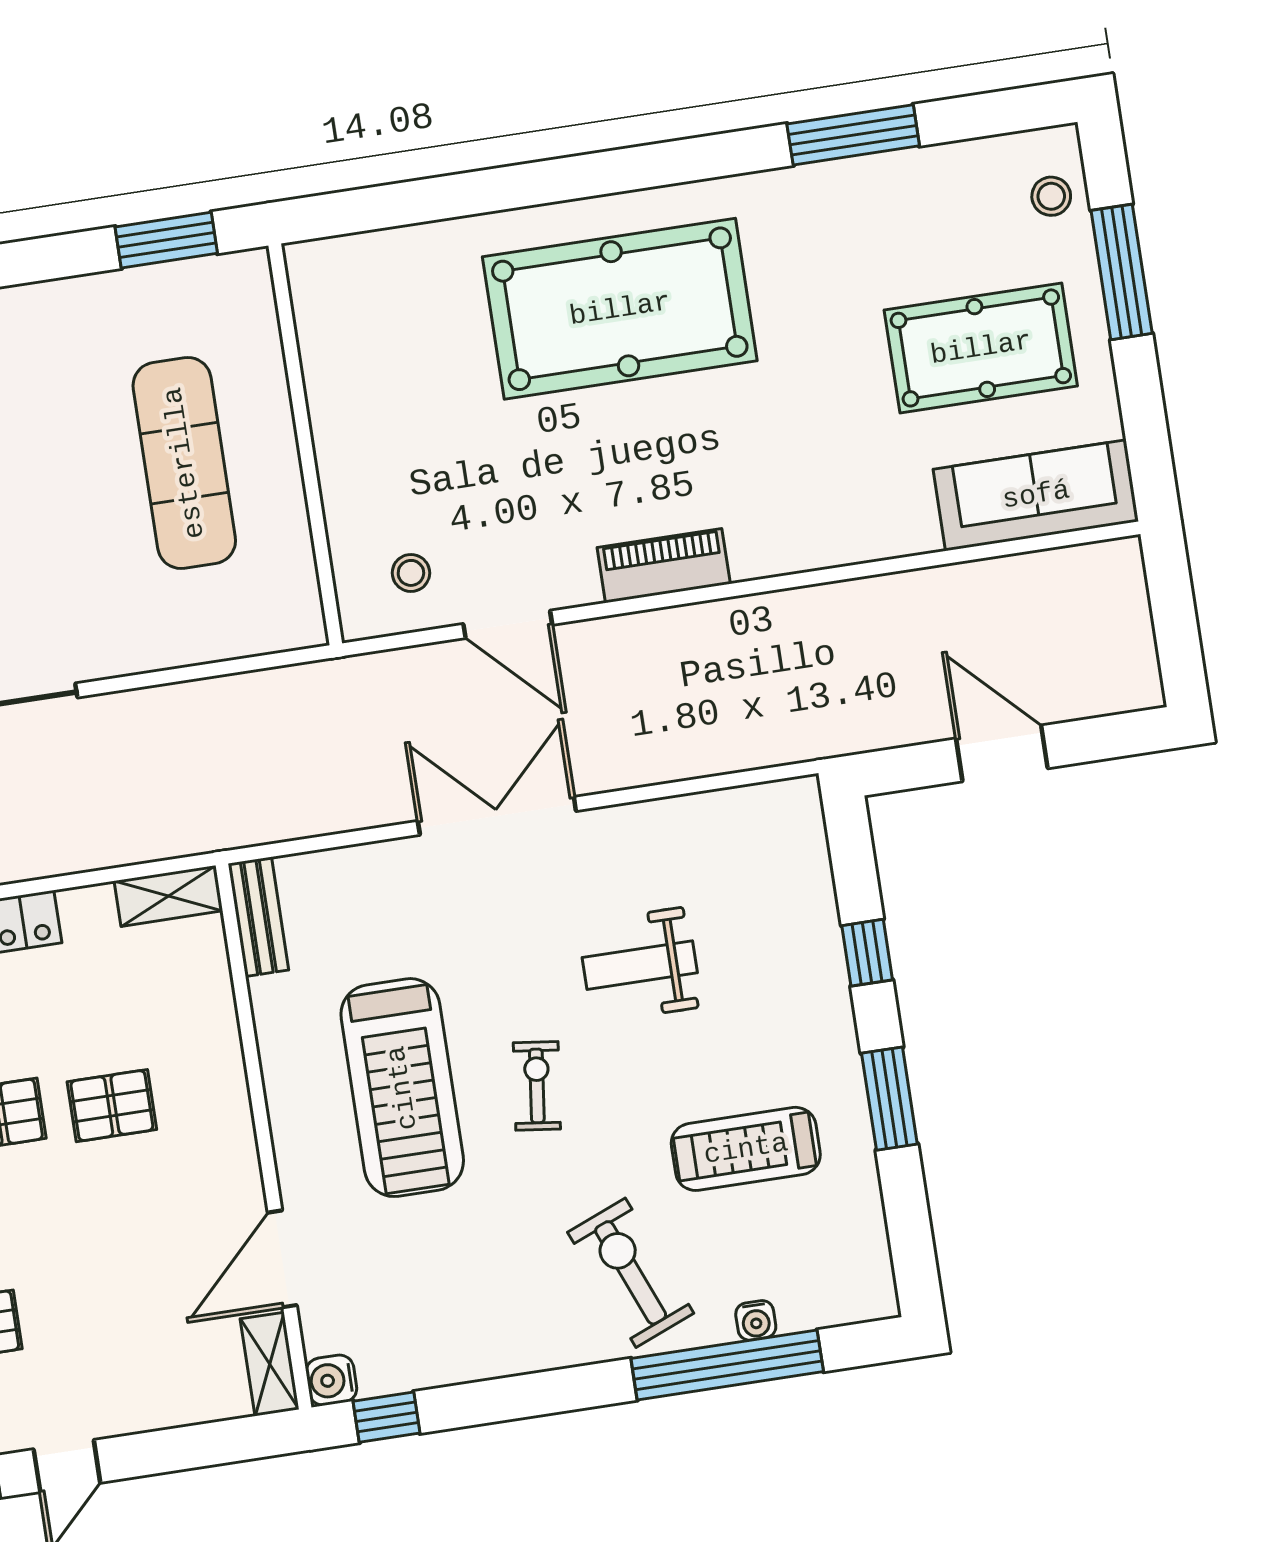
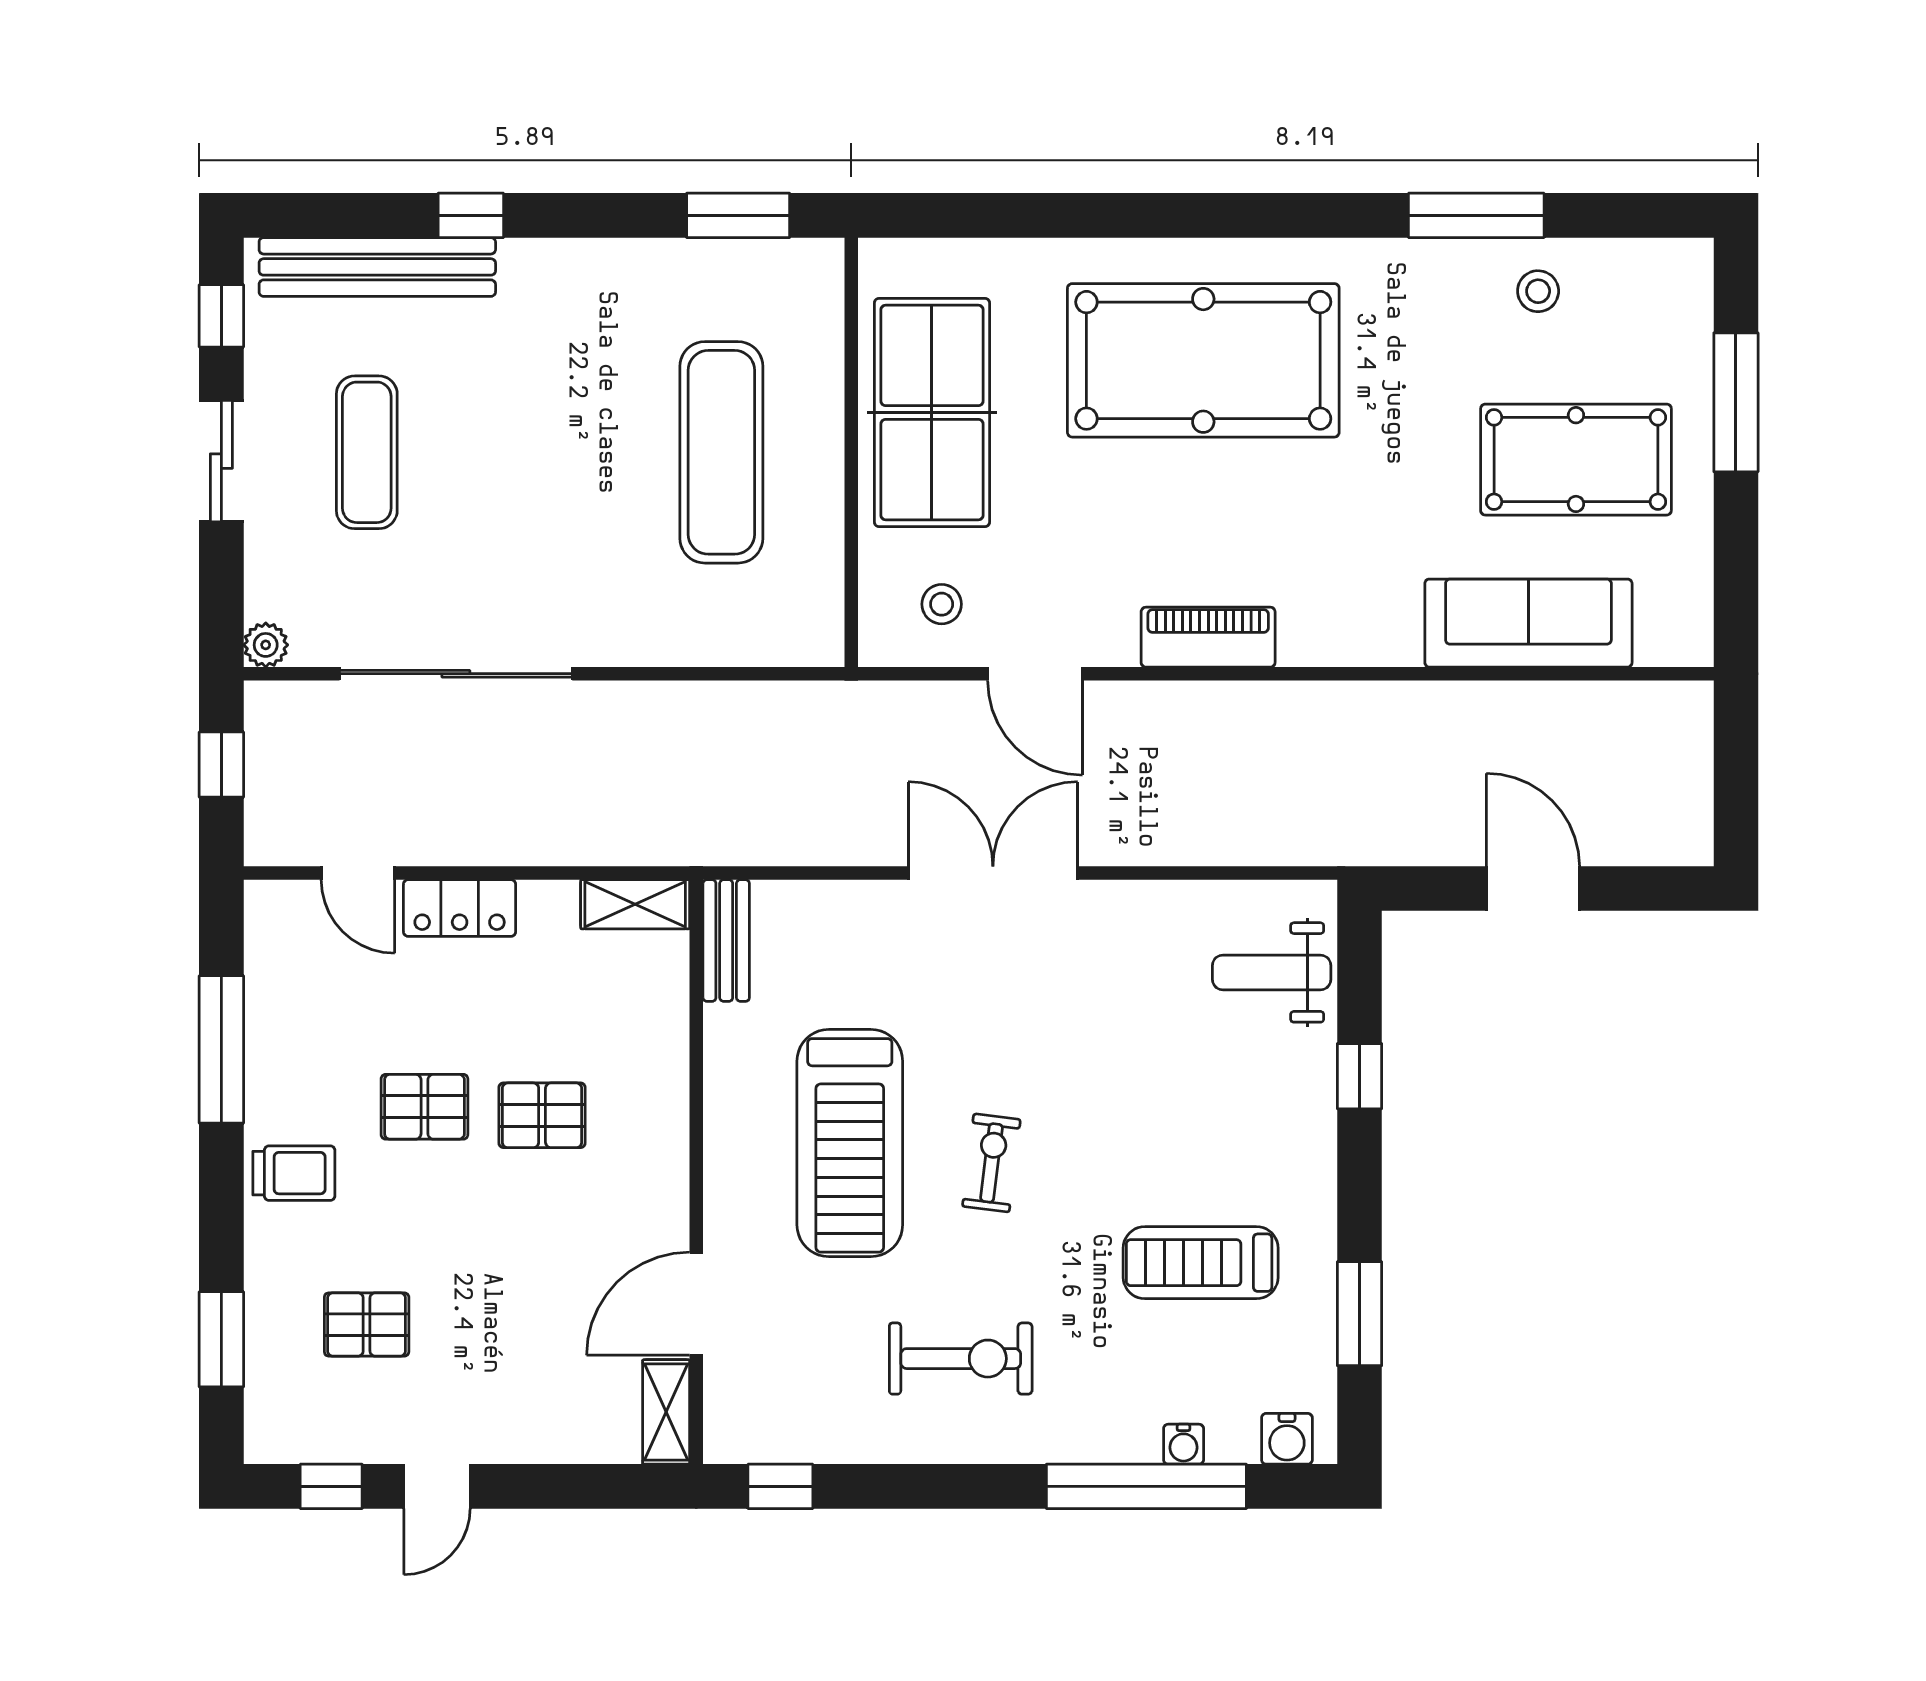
stool: (1051, 196) -> (1538, 291), moved
table tennis table: (375, 396) -> (932, 413), added
sofa: (1036, 495) -> (1528, 623), moved
weight bench: (640, 965) -> (1272, 972), moved
window: (889, 1099) -> (1360, 1314), moved
exercise bike: (631, 1273) -> (961, 1359), moved, turned 112
water cooler: (331, 1380) -> (1287, 1439), moved, turned -90

